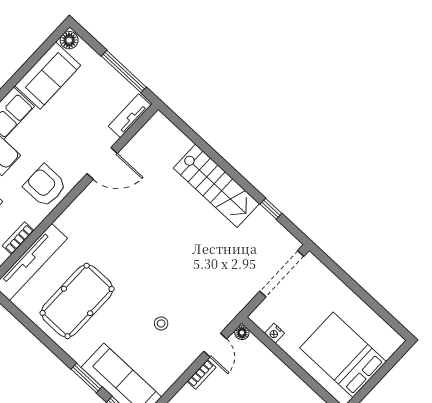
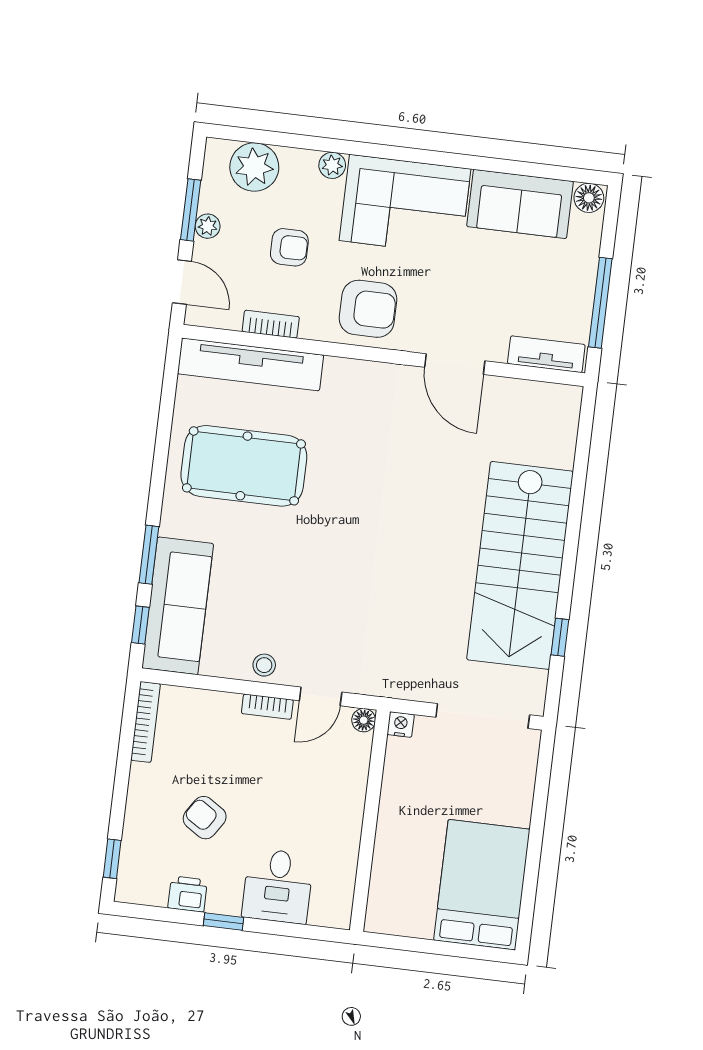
armchair: (45, 186) -> (368, 309), turned 90
stairs: (216, 186) -> (520, 565), width x1.36, depth x1.51
stool: (161, 323) -> (264, 665), moved
nightstand: (275, 333) -> (401, 724), moved, turned 90
bed: (343, 355) -> (482, 885), moved

